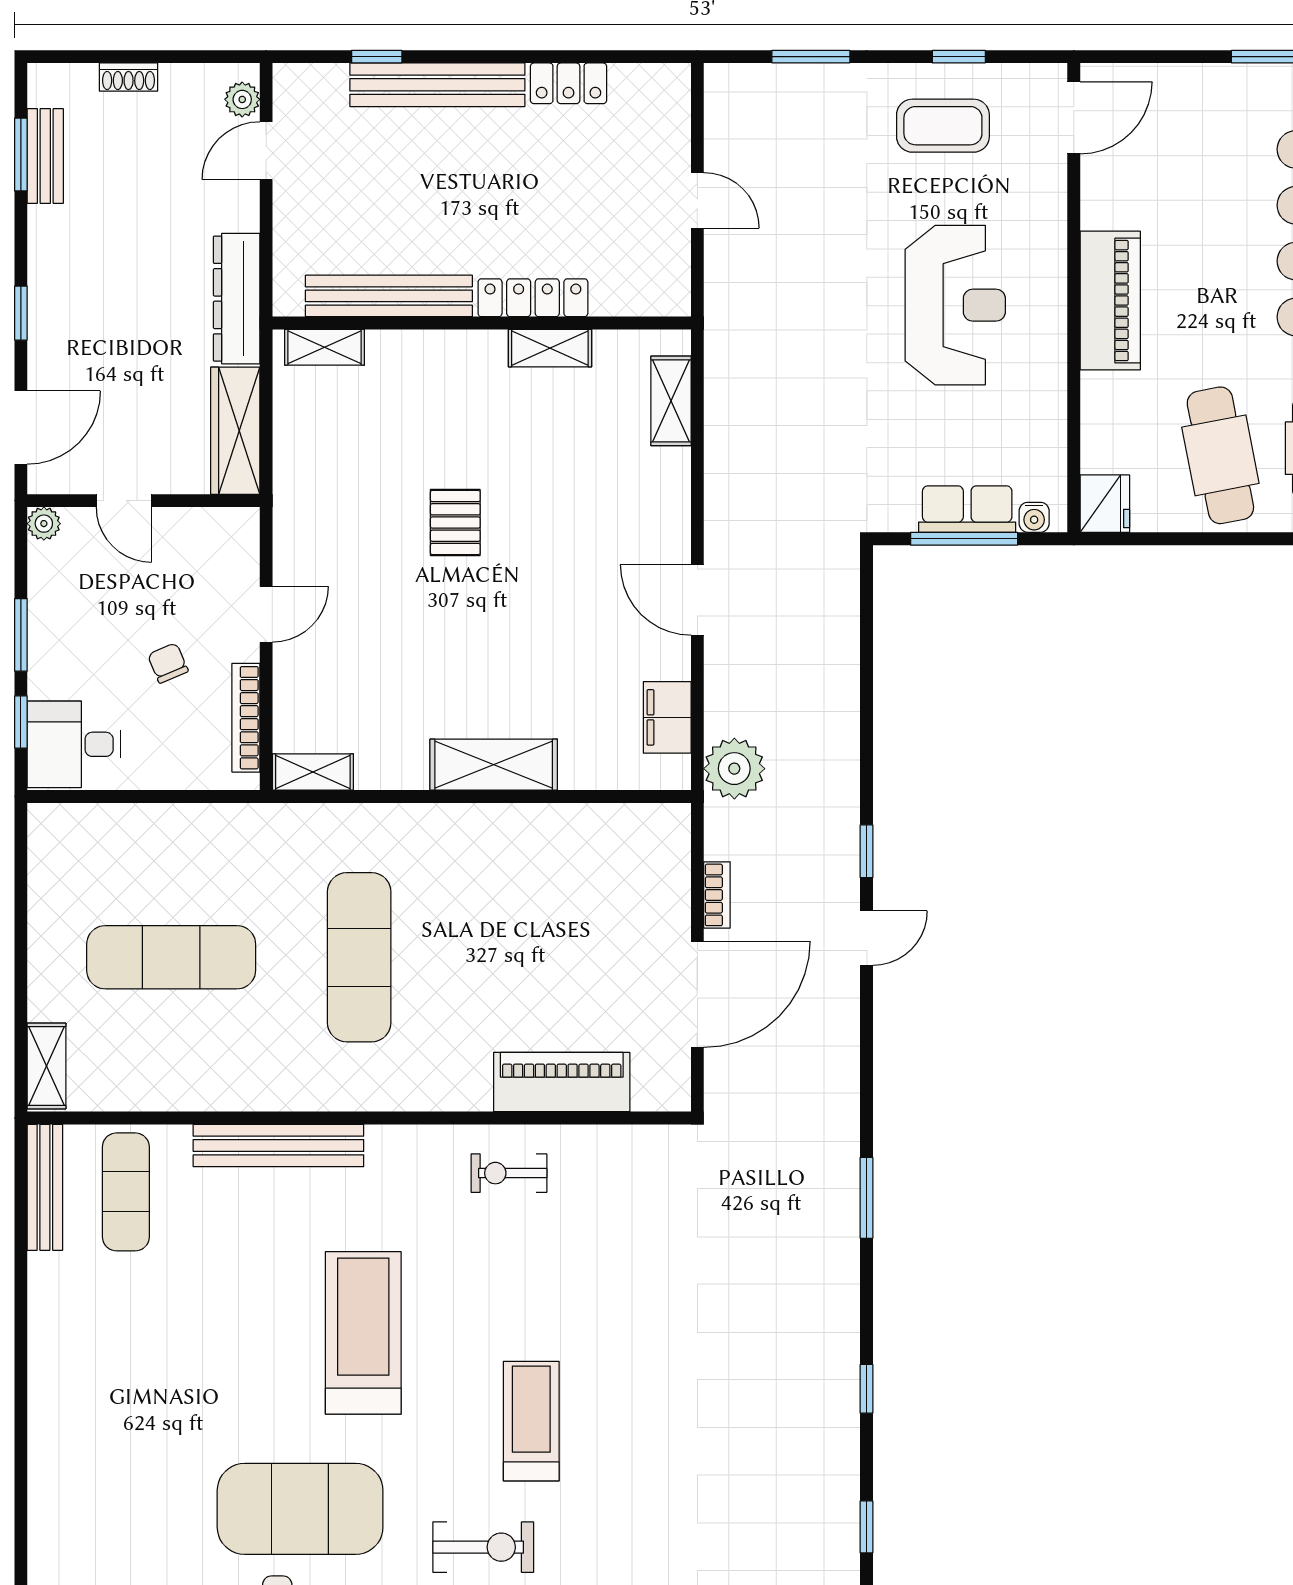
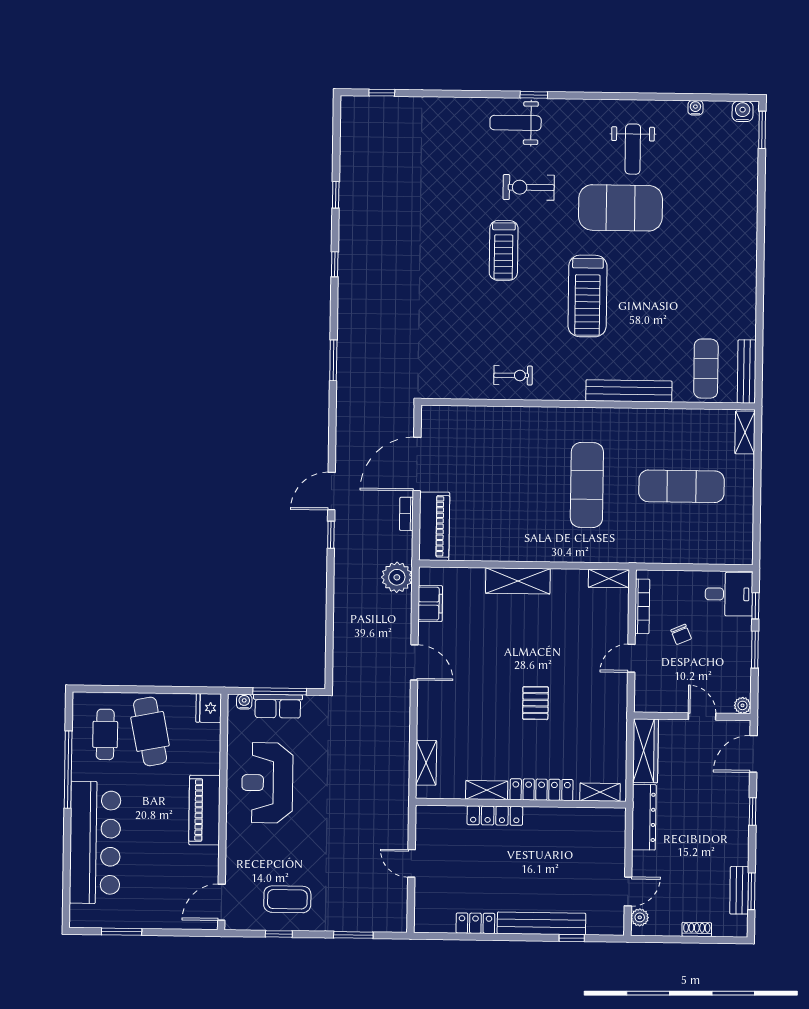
bench: (389, 296) -> (567, 818), removed
reception desk: (955, 305) -> (267, 783), moved
locker: (441, 351) -> (542, 790), added
door: (867, 938) -> (331, 491), width x1.38
piano: (562, 1082) -> (434, 526), moved, turned -90

